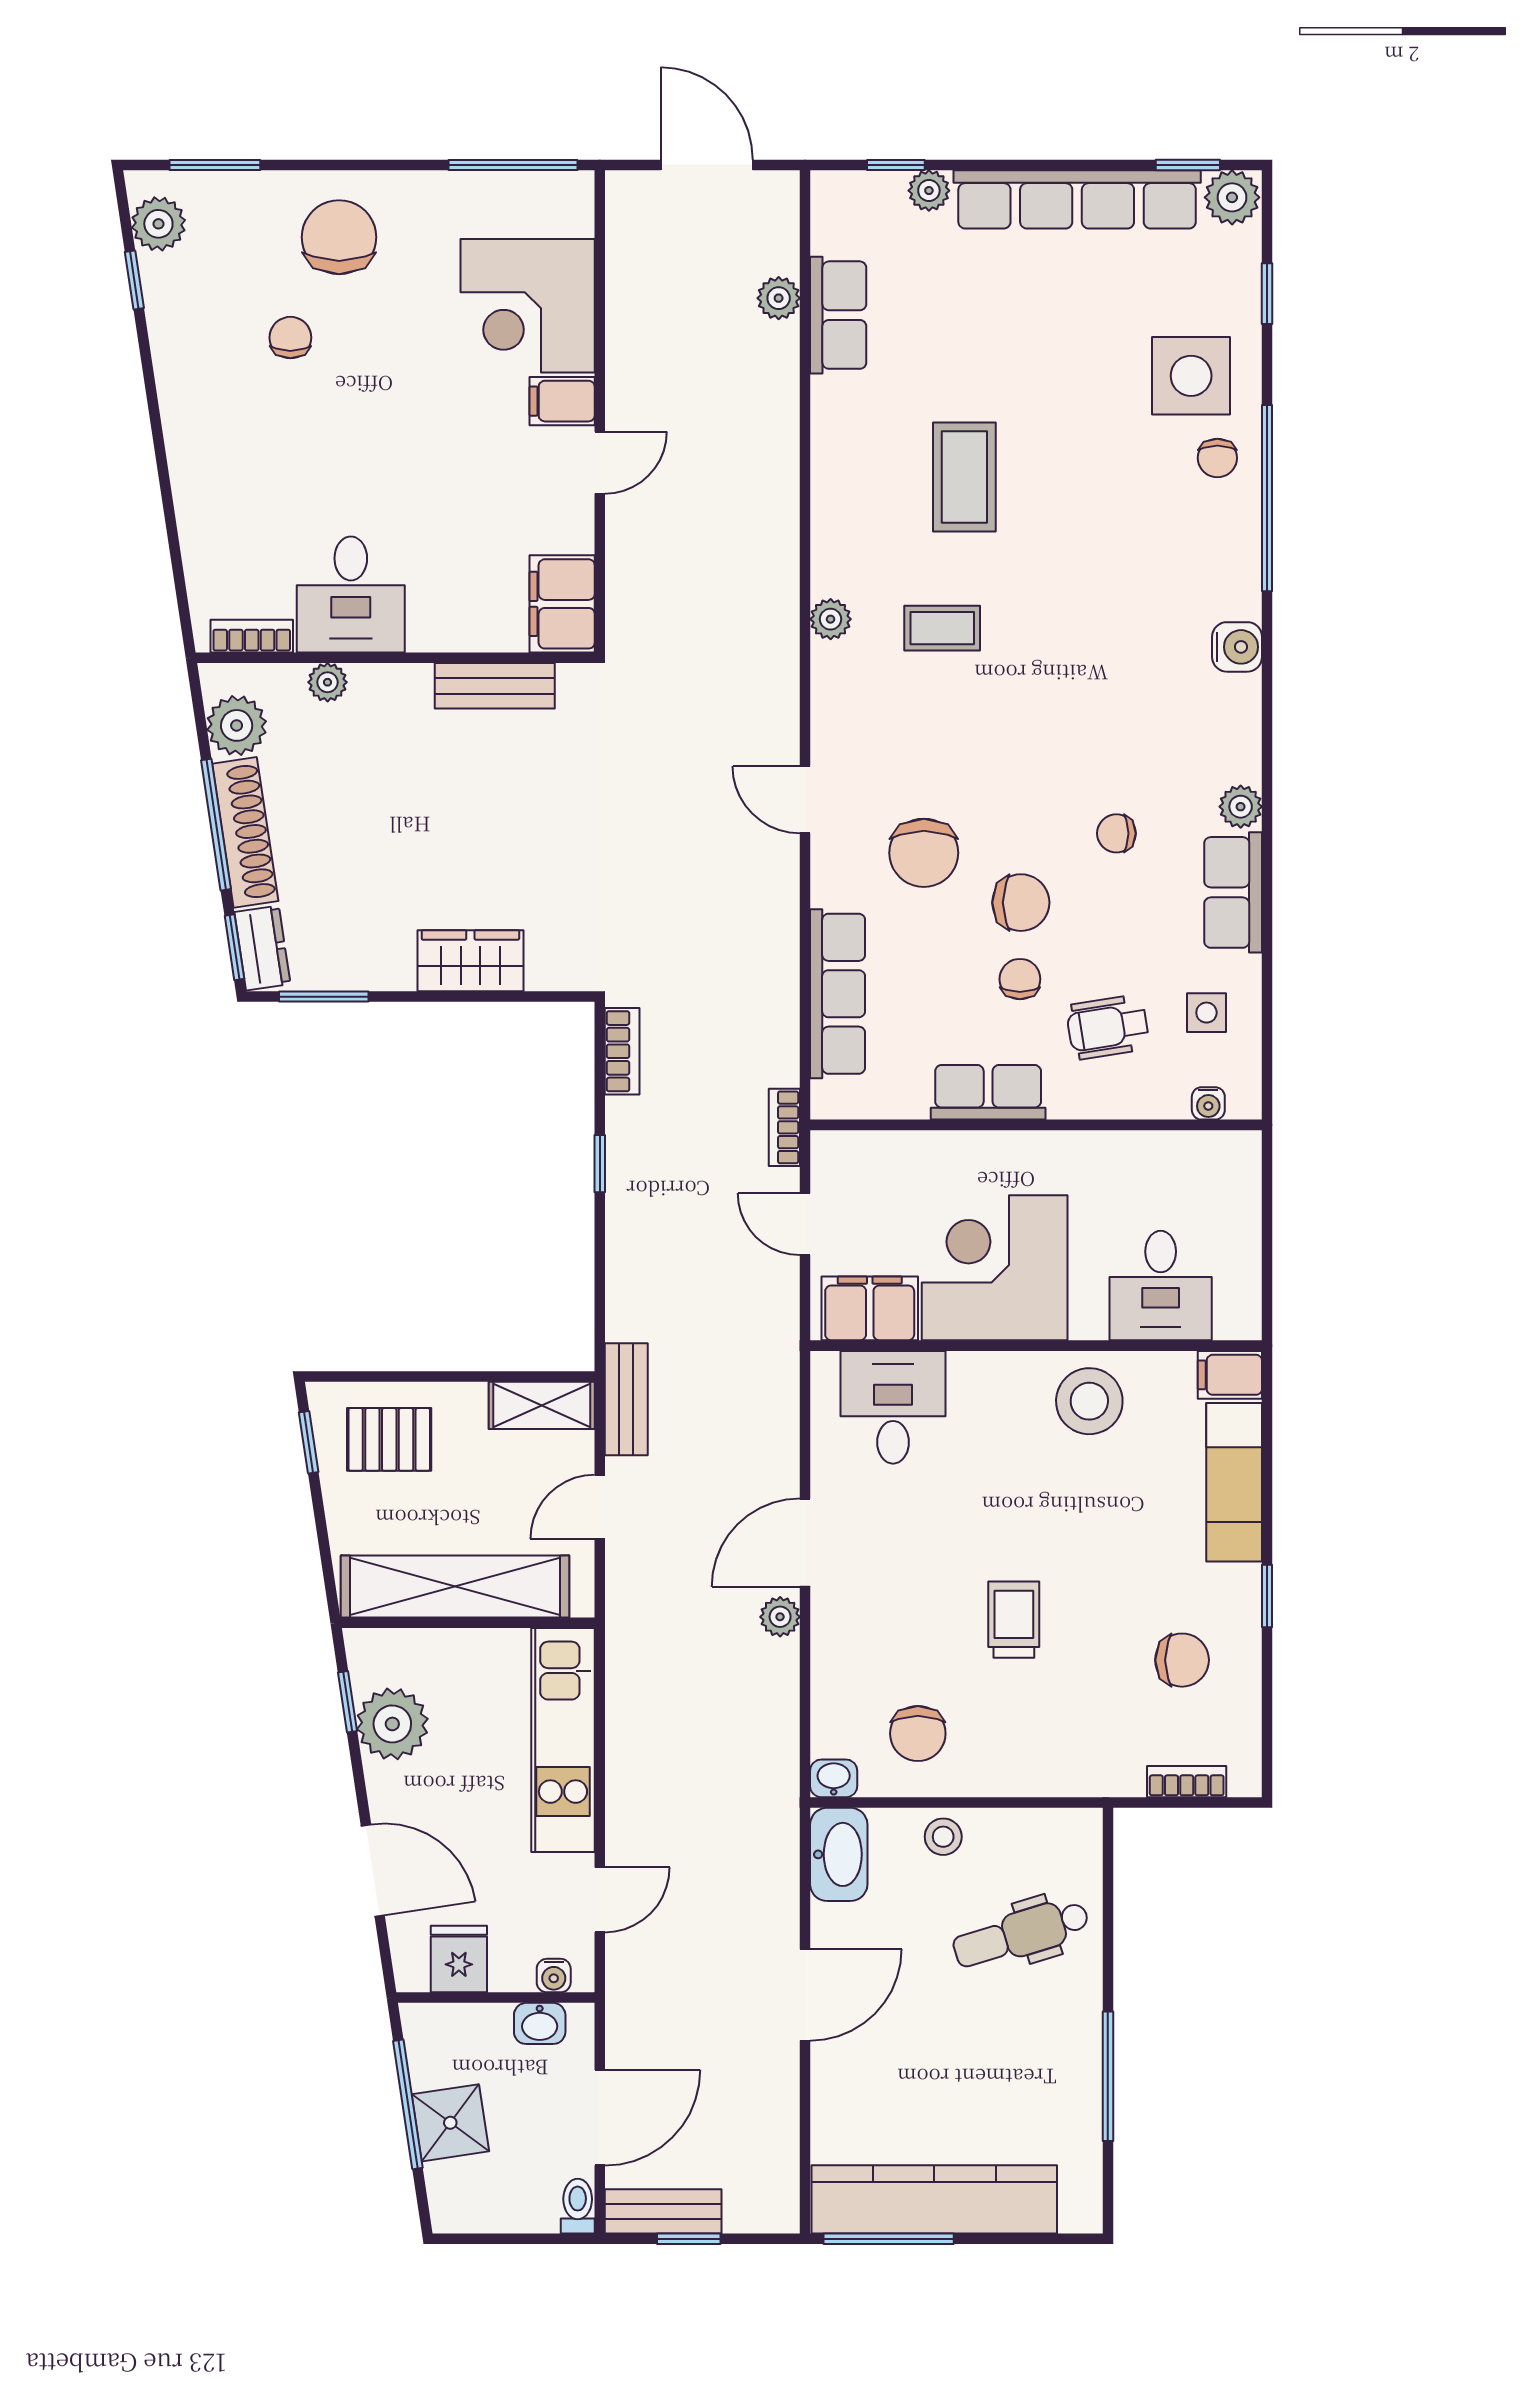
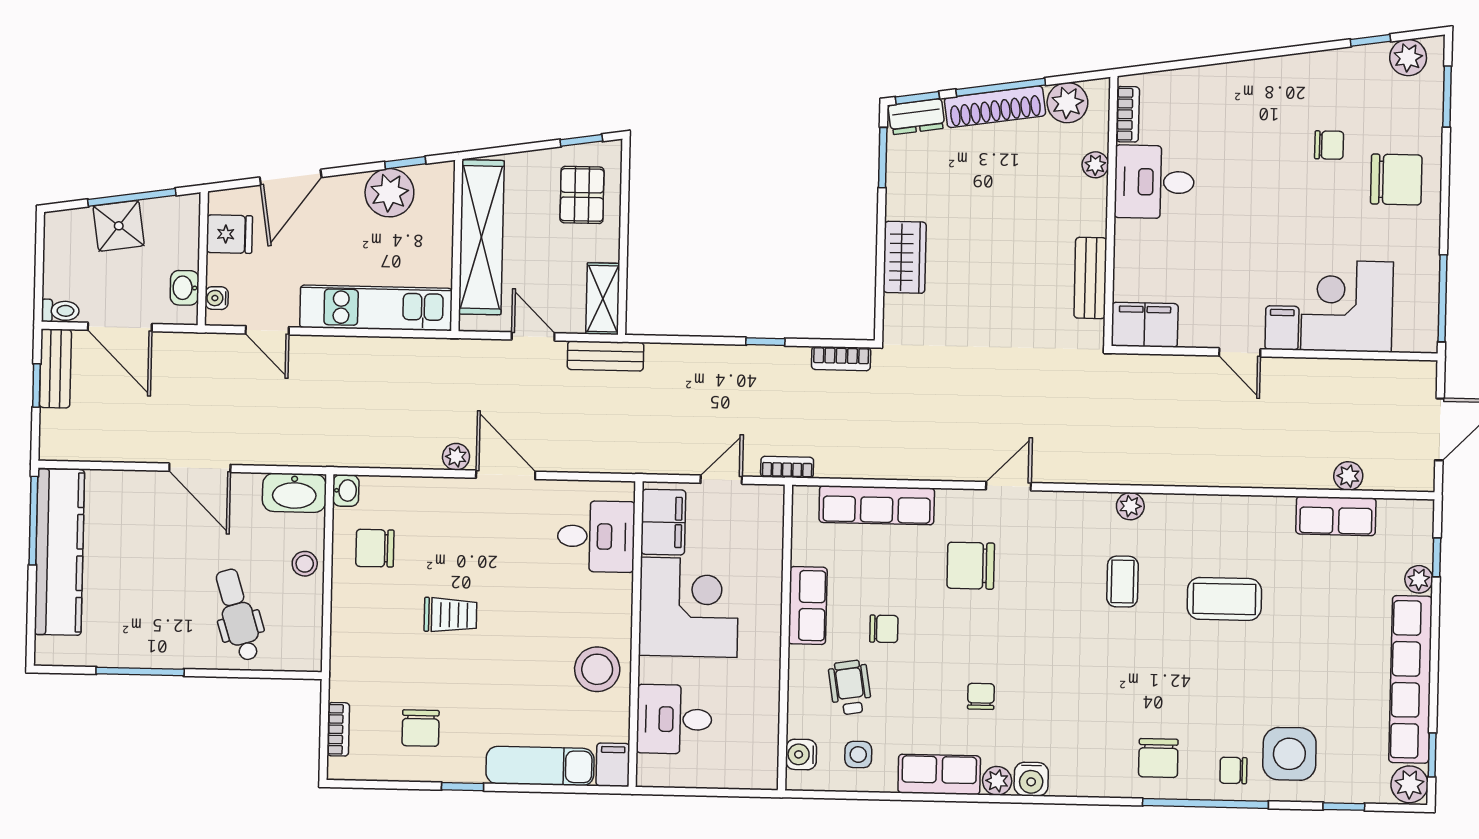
water cooler: (1237, 647) -> (1031, 779), moved
chair: (1021, 903) -> (1158, 758), moved
water cooler: (1208, 1103) -> (801, 754), width x1.38, depth x1.38

